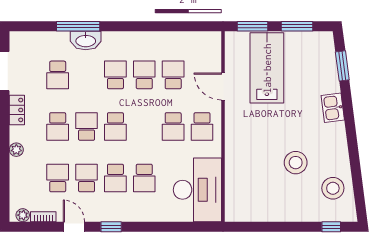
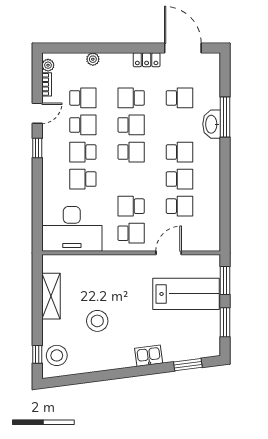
school desk: (58, 75) -> (179, 98), turned 180
school desk: (115, 126) -> (131, 152), turned 180
school desk: (202, 126) -> (131, 233), turned 180
plant: (16, 150) -> (93, 59), moved
stool: (333, 188) -> (57, 355), moved
shelving: (269, 212) -> (51, 296), added

